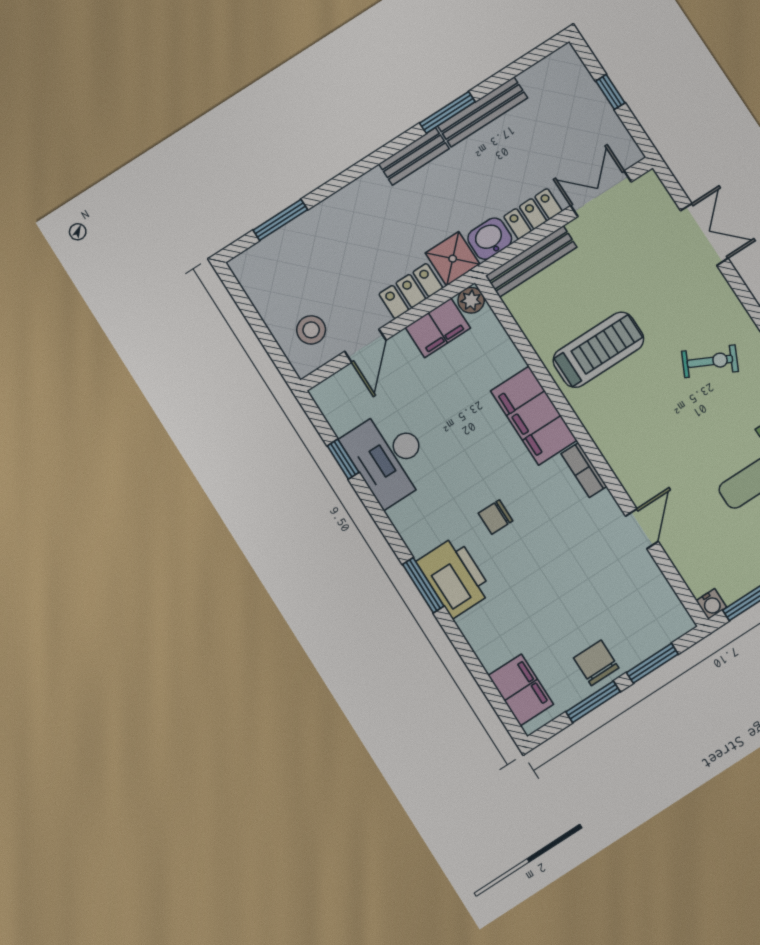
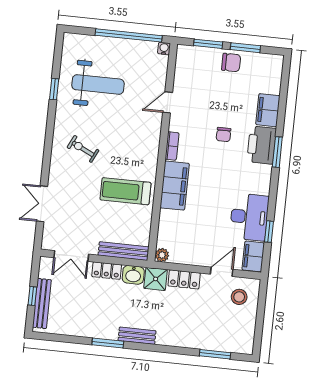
bench: (483, 112) -> (42, 303), moved, turned 90
filing cabinet: (438, 328) -> (253, 256), moved, turned -90
chair: (496, 517) -> (224, 135), moved, turned 90
chair: (596, 663) -> (231, 63), turned -90
filing cabinet: (521, 690) -> (268, 110), moved

